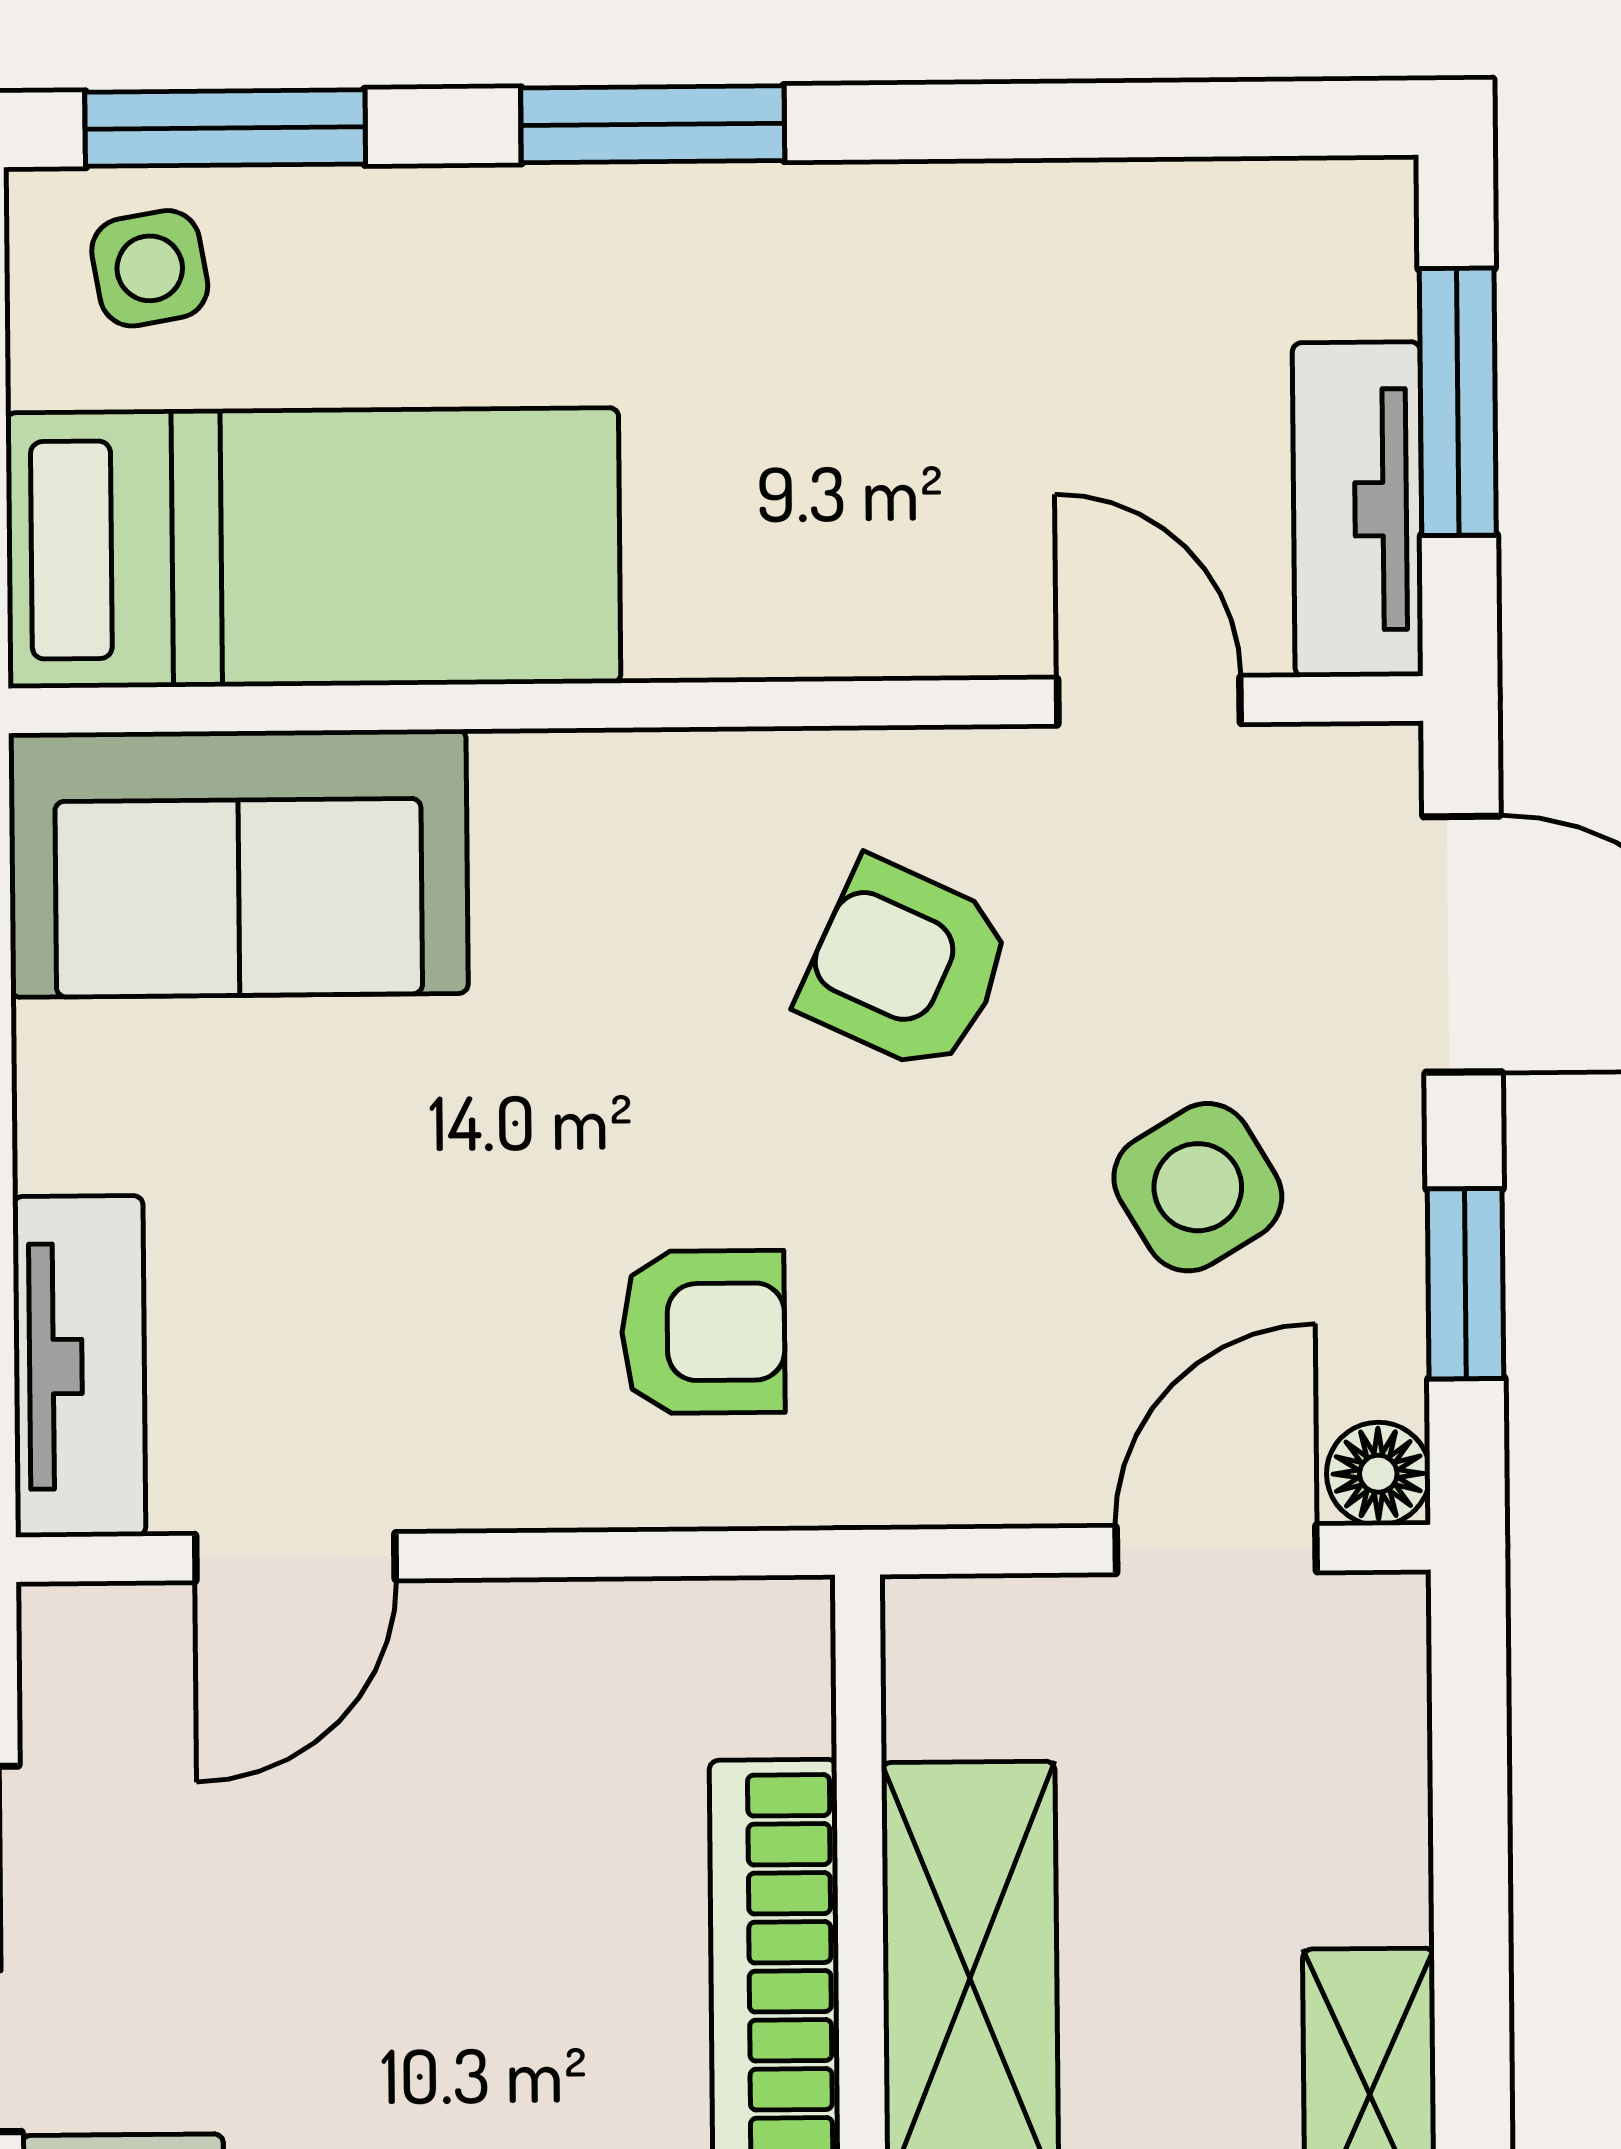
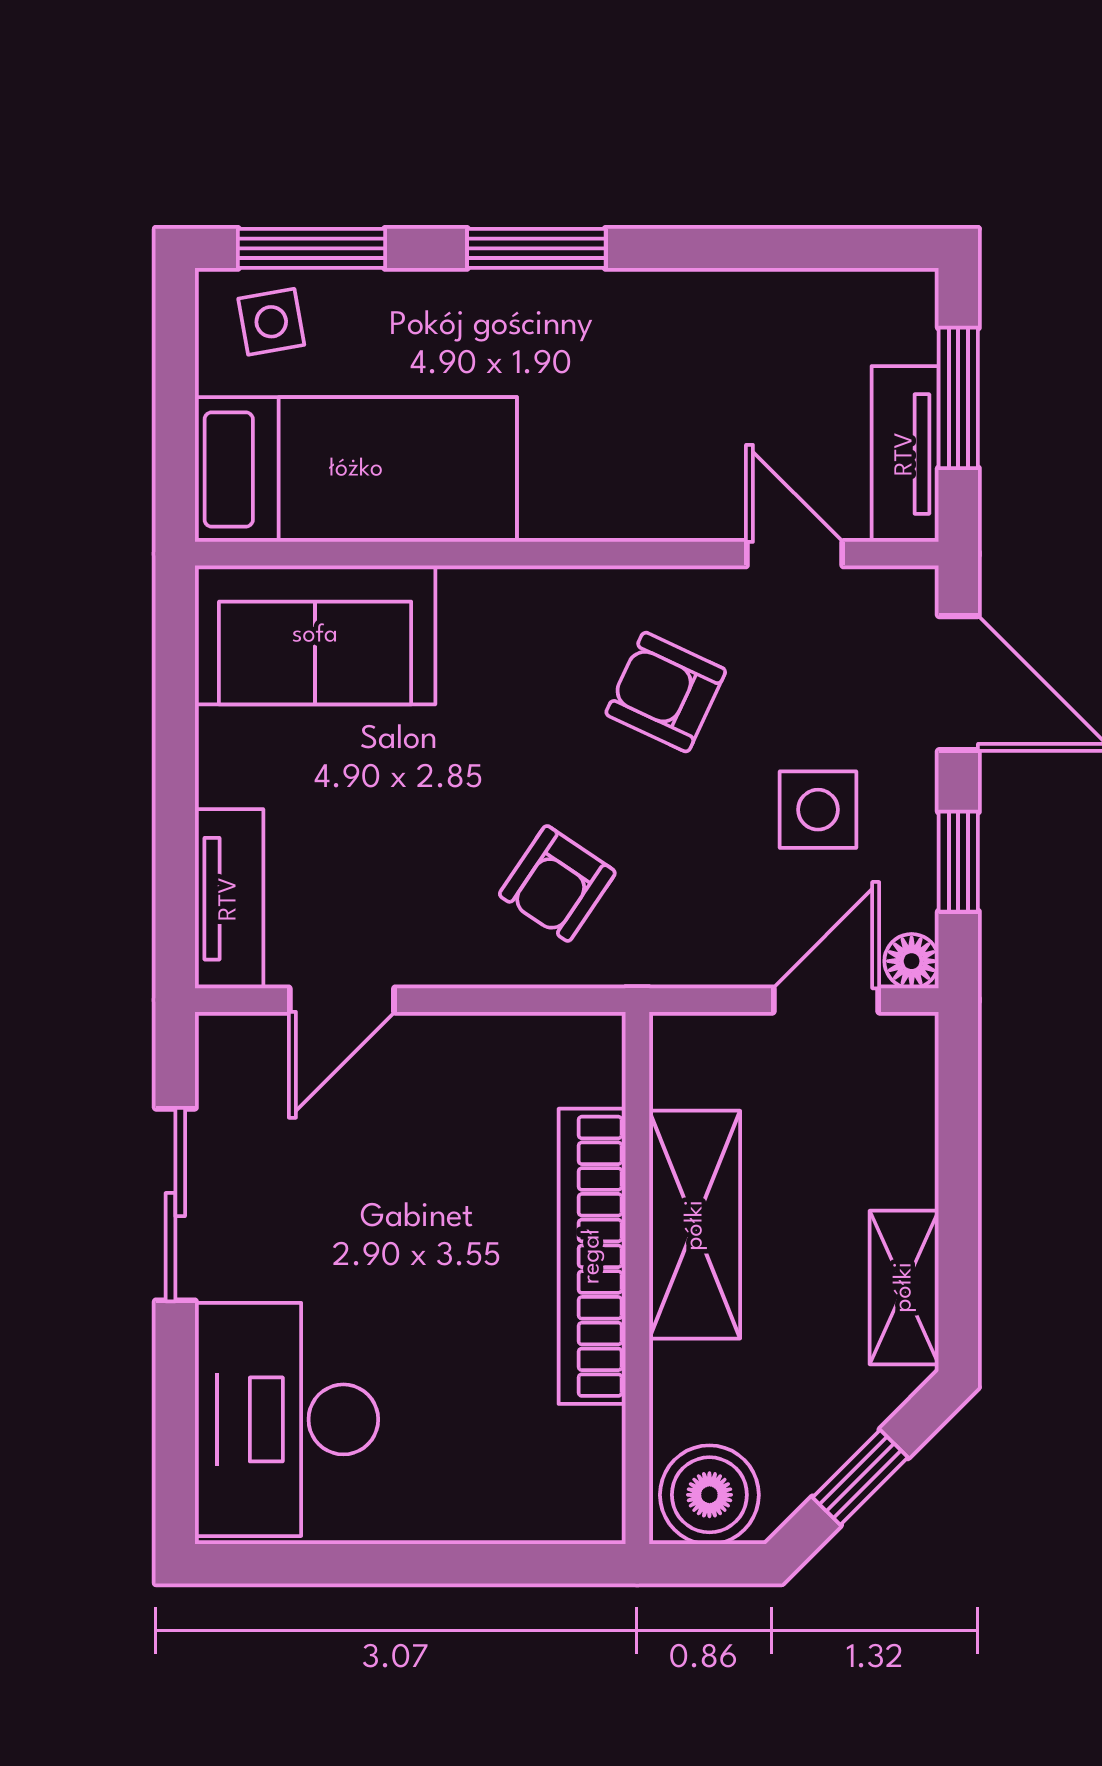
side table: (1198, 1187) -> (818, 810), turned 31
armchair: (703, 1332) -> (557, 883), turned 124

